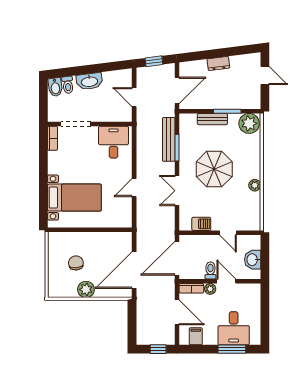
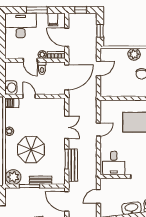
door: (177, 90) -> (67, 201), hinge flipped
door: (134, 97) -> (98, 196), swing flipped
parasol: (214, 169) -> (31, 150), moved
barbecue: (201, 224) -> (12, 103), moved
washbasin: (253, 260) -> (11, 88), moved
door: (134, 270) -> (98, 68), width x0.53
window: (132, 321) -> (100, 31), added
desk: (234, 328) -> (21, 26), width x1.37
window: (232, 349) -> (37, 10), moved

